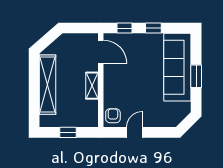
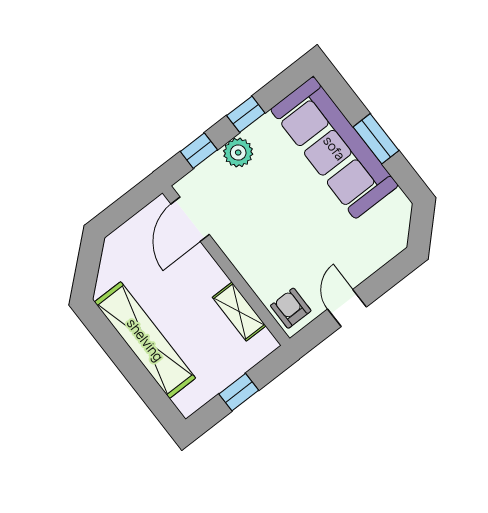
plant: (139, 40) -> (238, 153), added
door: (101, 52) -> (190, 219), swing flipped
shelving: (92, 86) -> (239, 312), moved

